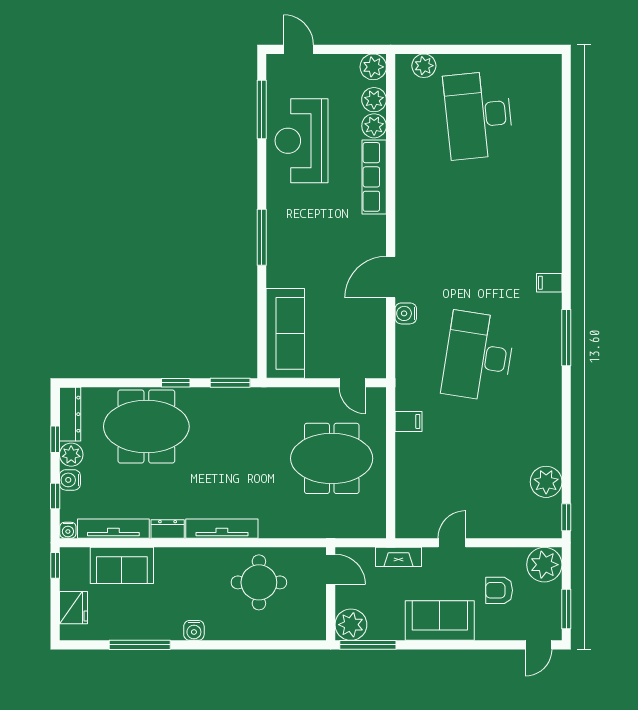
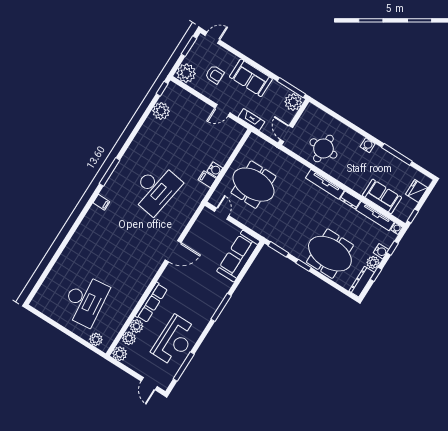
water cooler: (406, 313) -> (215, 170), moved

